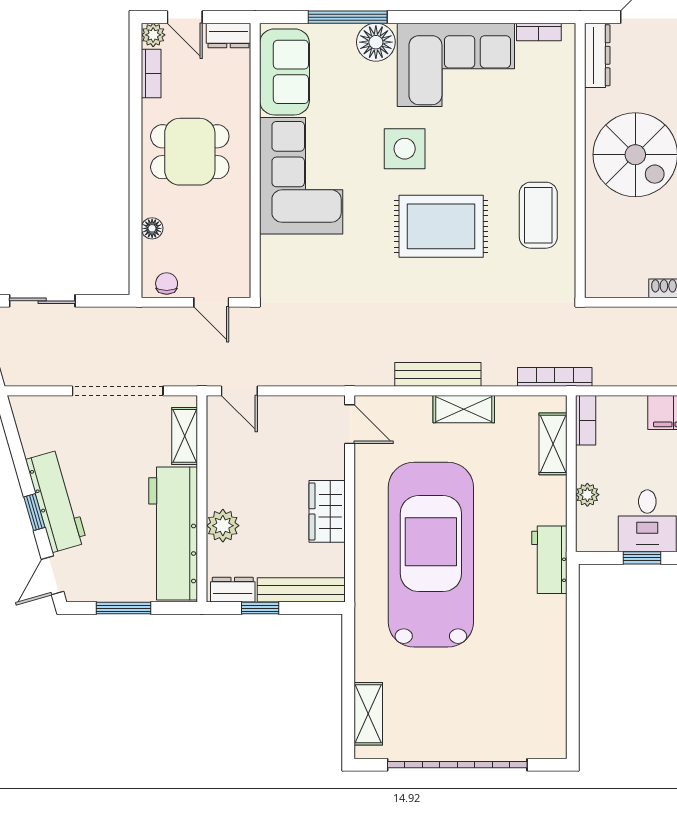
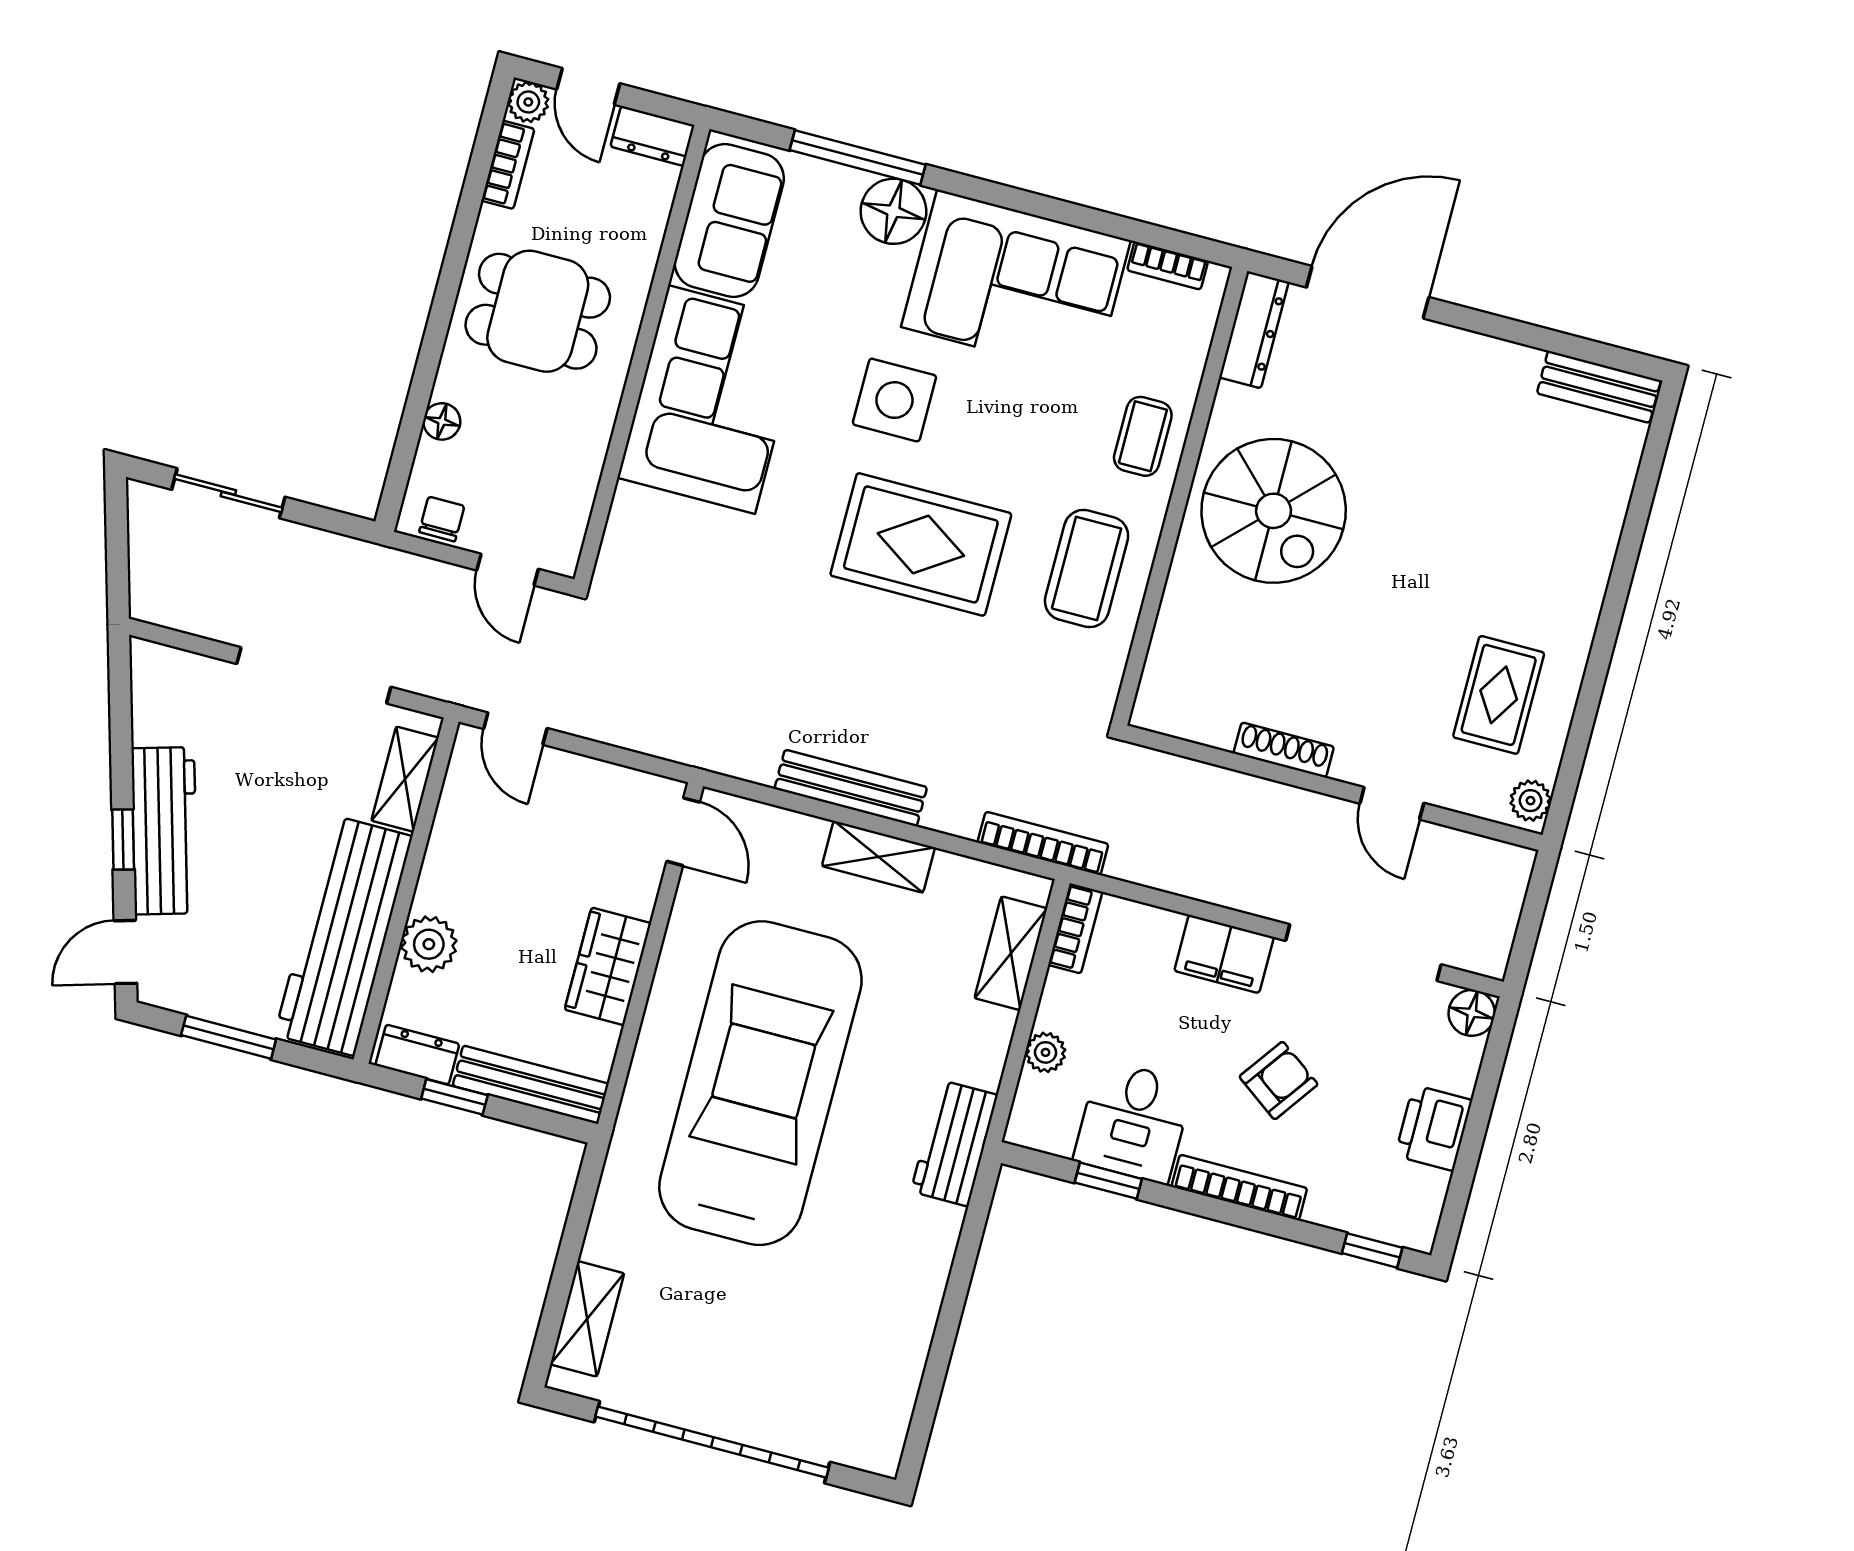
coffee table: (550, 132) -> (1143, 436), added

